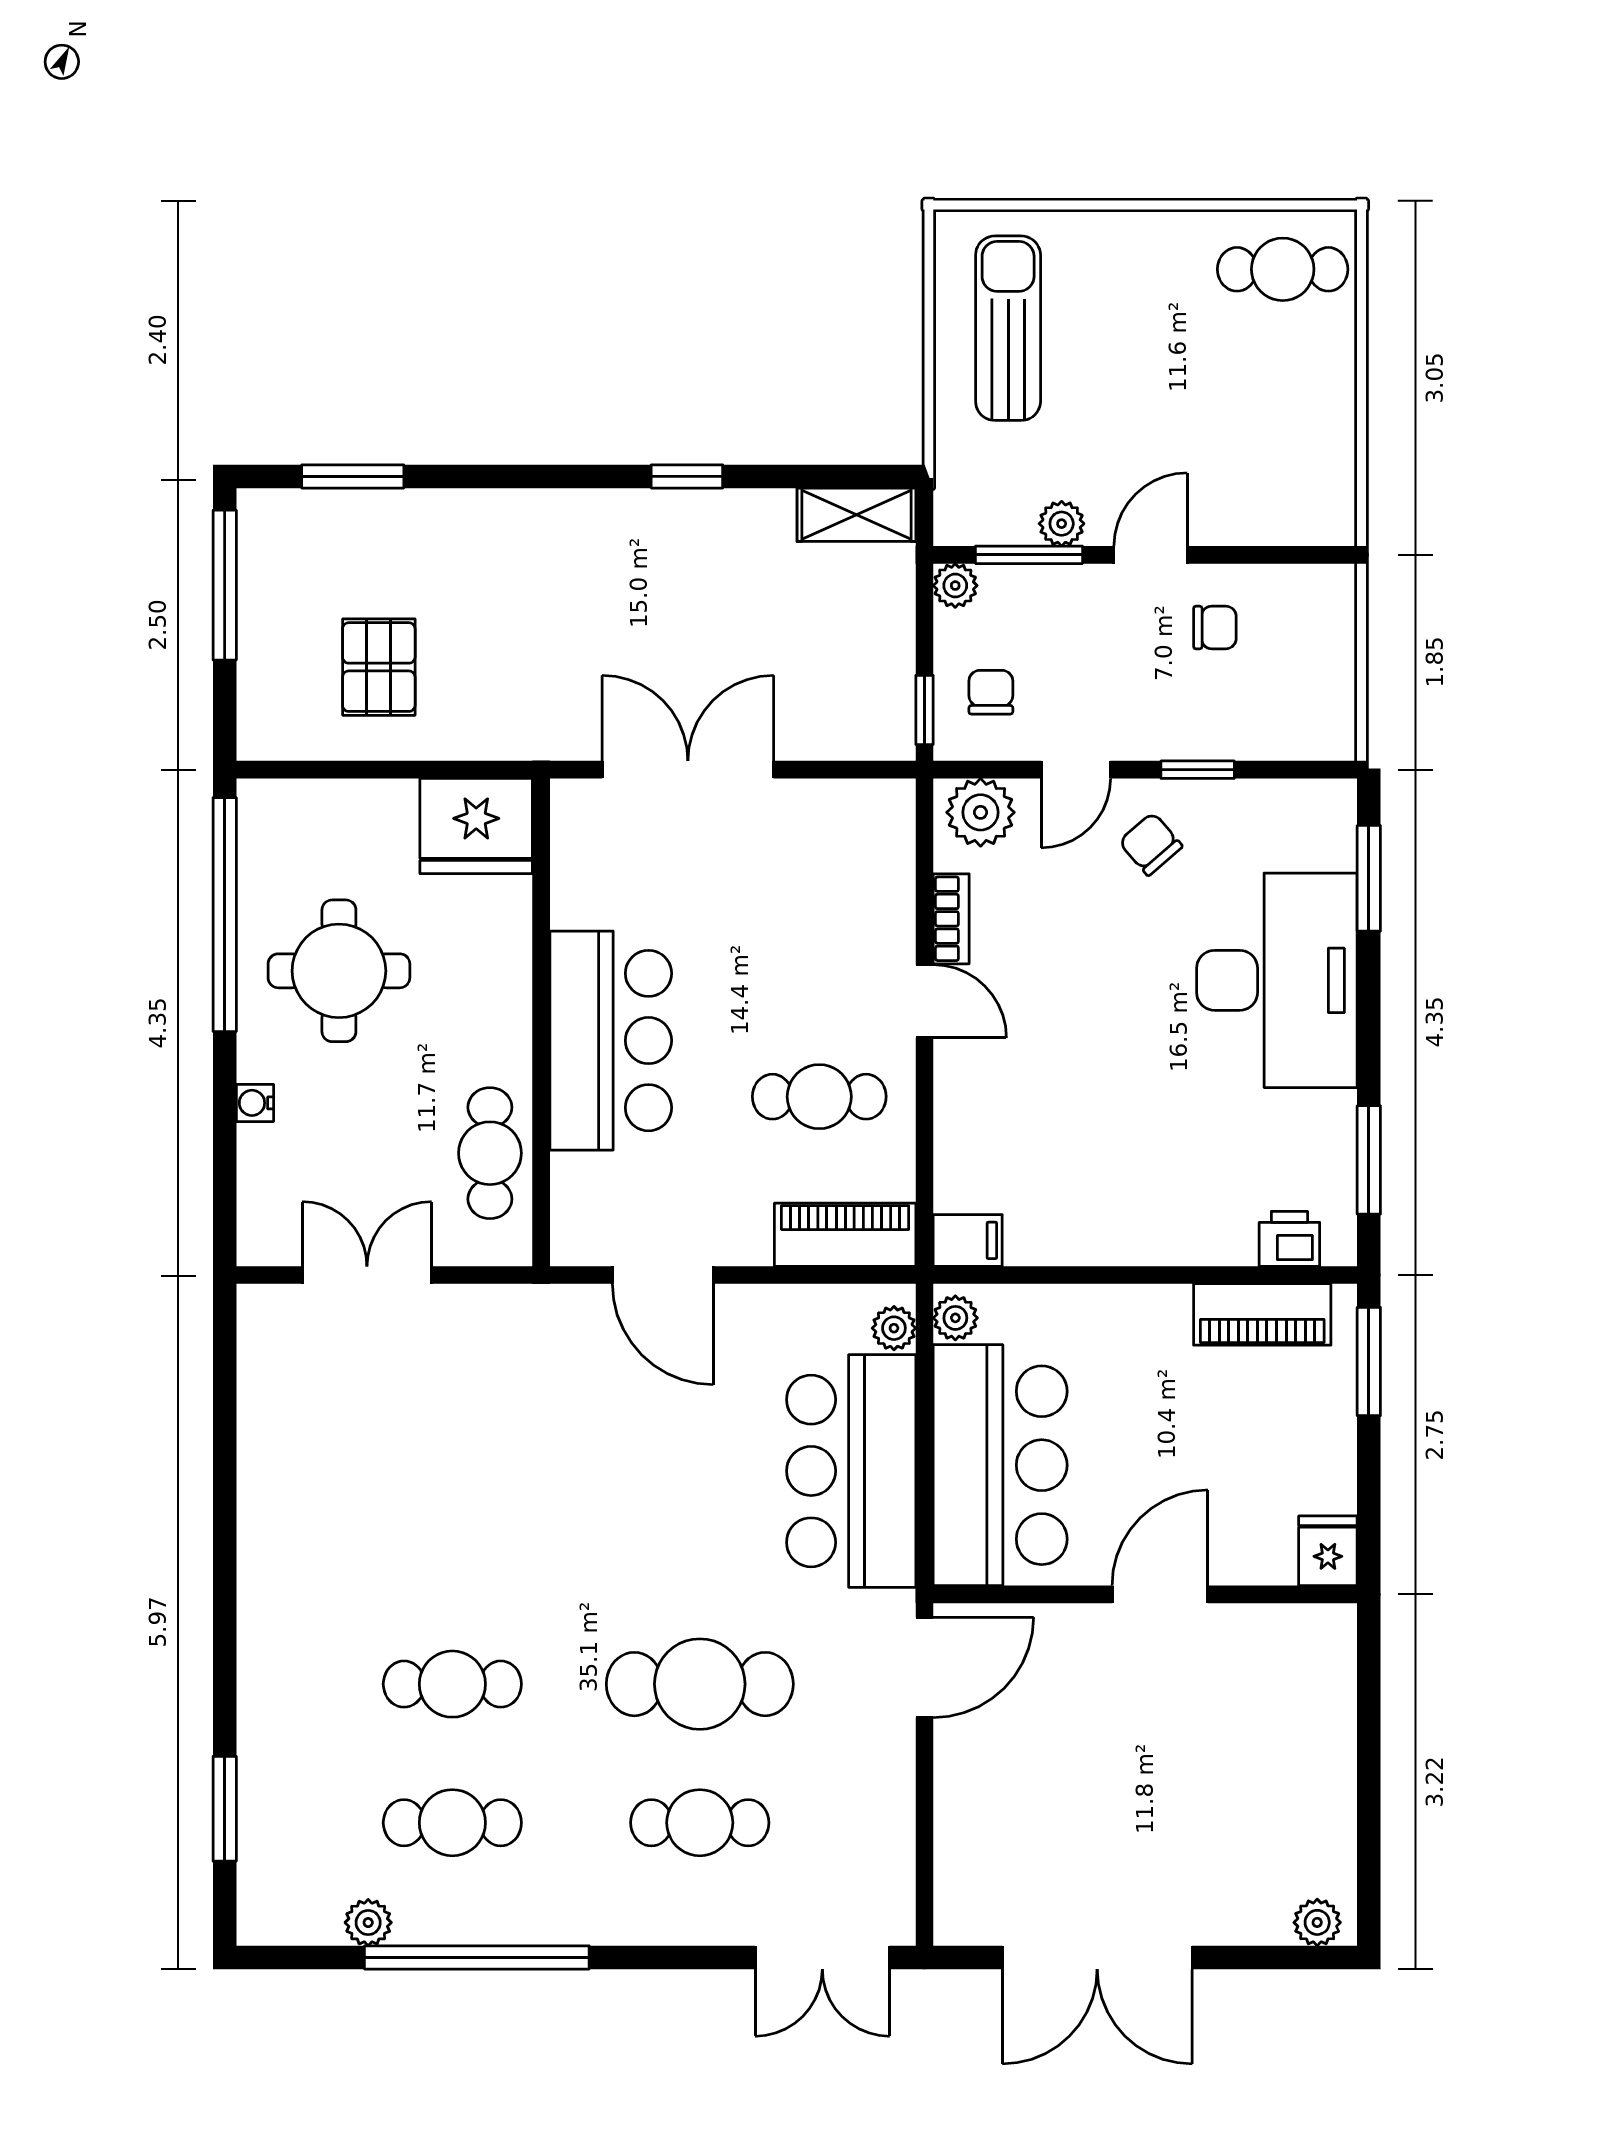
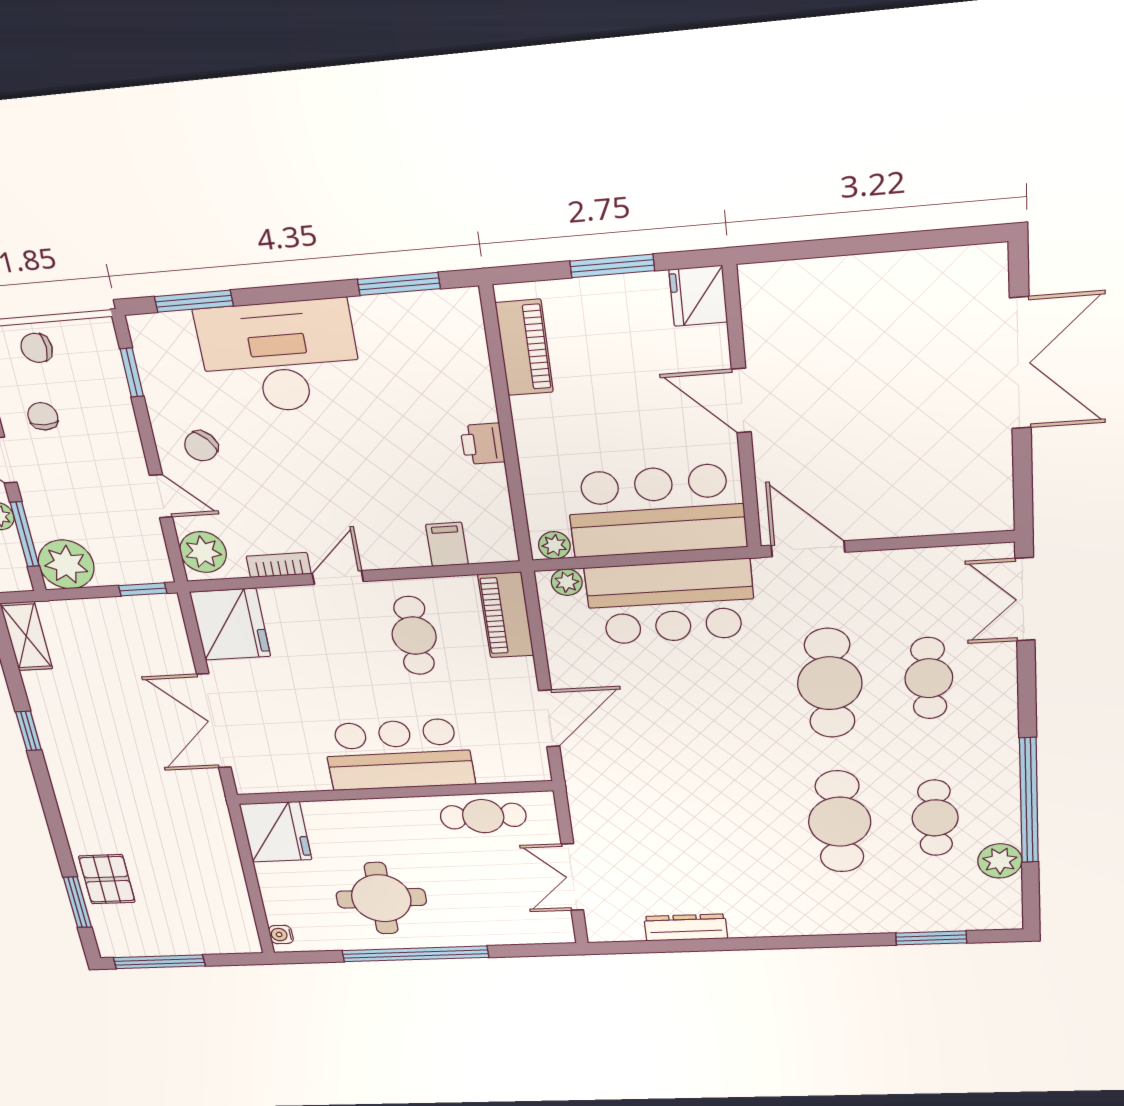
plant: (955, 586) -> (66, 564), width x1.87, depth x1.87
pallet: (379, 667) -> (107, 879), moved, turned 90
chair: (991, 692) -> (37, 348), moved
window: (1198, 770) -> (132, 373), moved
fridge: (856, 828) -> (230, 624), added
window: (225, 915) -> (415, 954), moved
water cooler: (255, 1103) -> (281, 935), moved, turned 90
printer: (1289, 1239) -> (483, 444), moved
filing cabinet: (968, 1240) -> (447, 544), moved
window: (1369, 1361) -> (612, 266), moved
dresser: (261, 1439) -> (686, 927), added
fridge: (1328, 1551) -> (698, 296), width x1.38
cafe table: (452, 1684) -> (840, 822), width x1.37, depth x1.35
plant: (1317, 1922) -> (990, 272), removed
plant: (368, 1923) -> (1000, 861), width x1.38, depth x1.38
double door: (822, 1957) -> (1025, 599), swing flipped
double door: (1097, 1957) -> (1020, 364), moved

